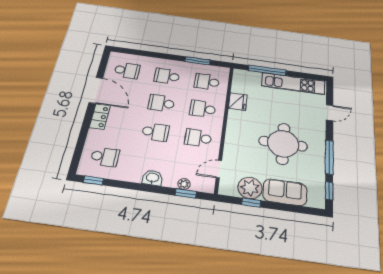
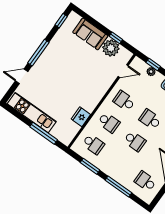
window: (155, 55) -> (118, 187), added
school desk: (167, 76) -> (119, 163), removed
school desk: (198, 138) -> (124, 101), turned 180
round table: (283, 144) -> (70, 69), removed
window: (329, 157) -> (38, 53), moved

